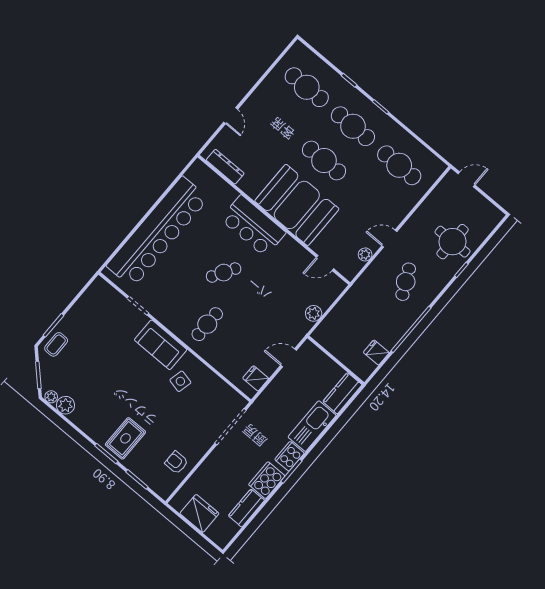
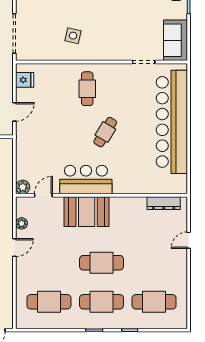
door: (231, 116) -> (189, 240), hinge flipped
booth: (297, 205) -> (87, 212), width x0.73, depth x0.70
bar counter: (253, 226) -> (86, 180), moved
plant: (314, 313) -> (23, 187), moved
sofa: (161, 345) -> (176, 40), moved, turned -90

